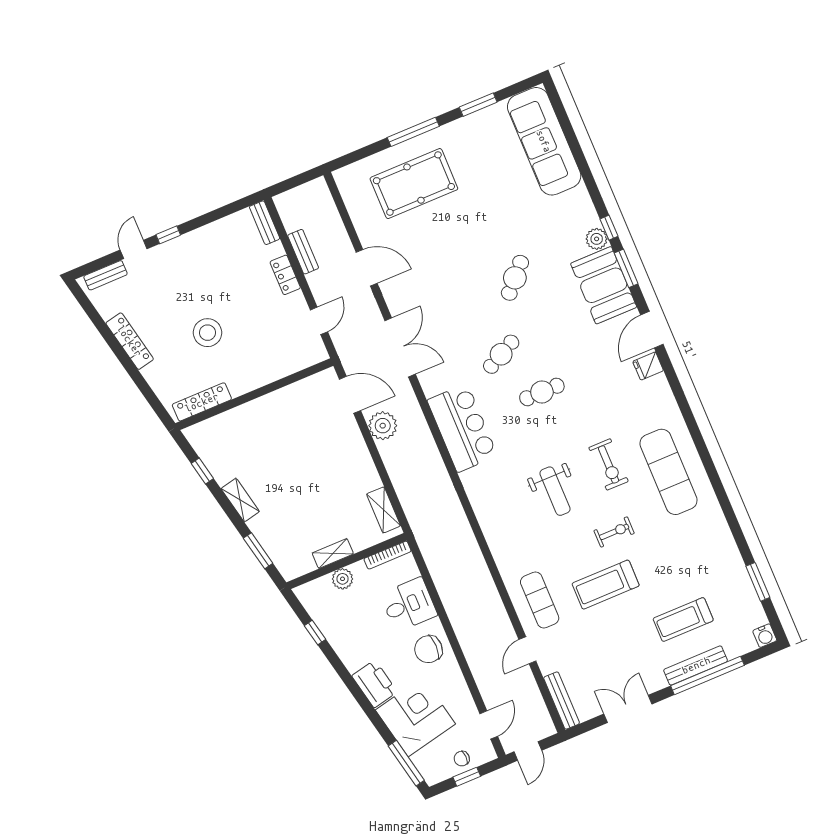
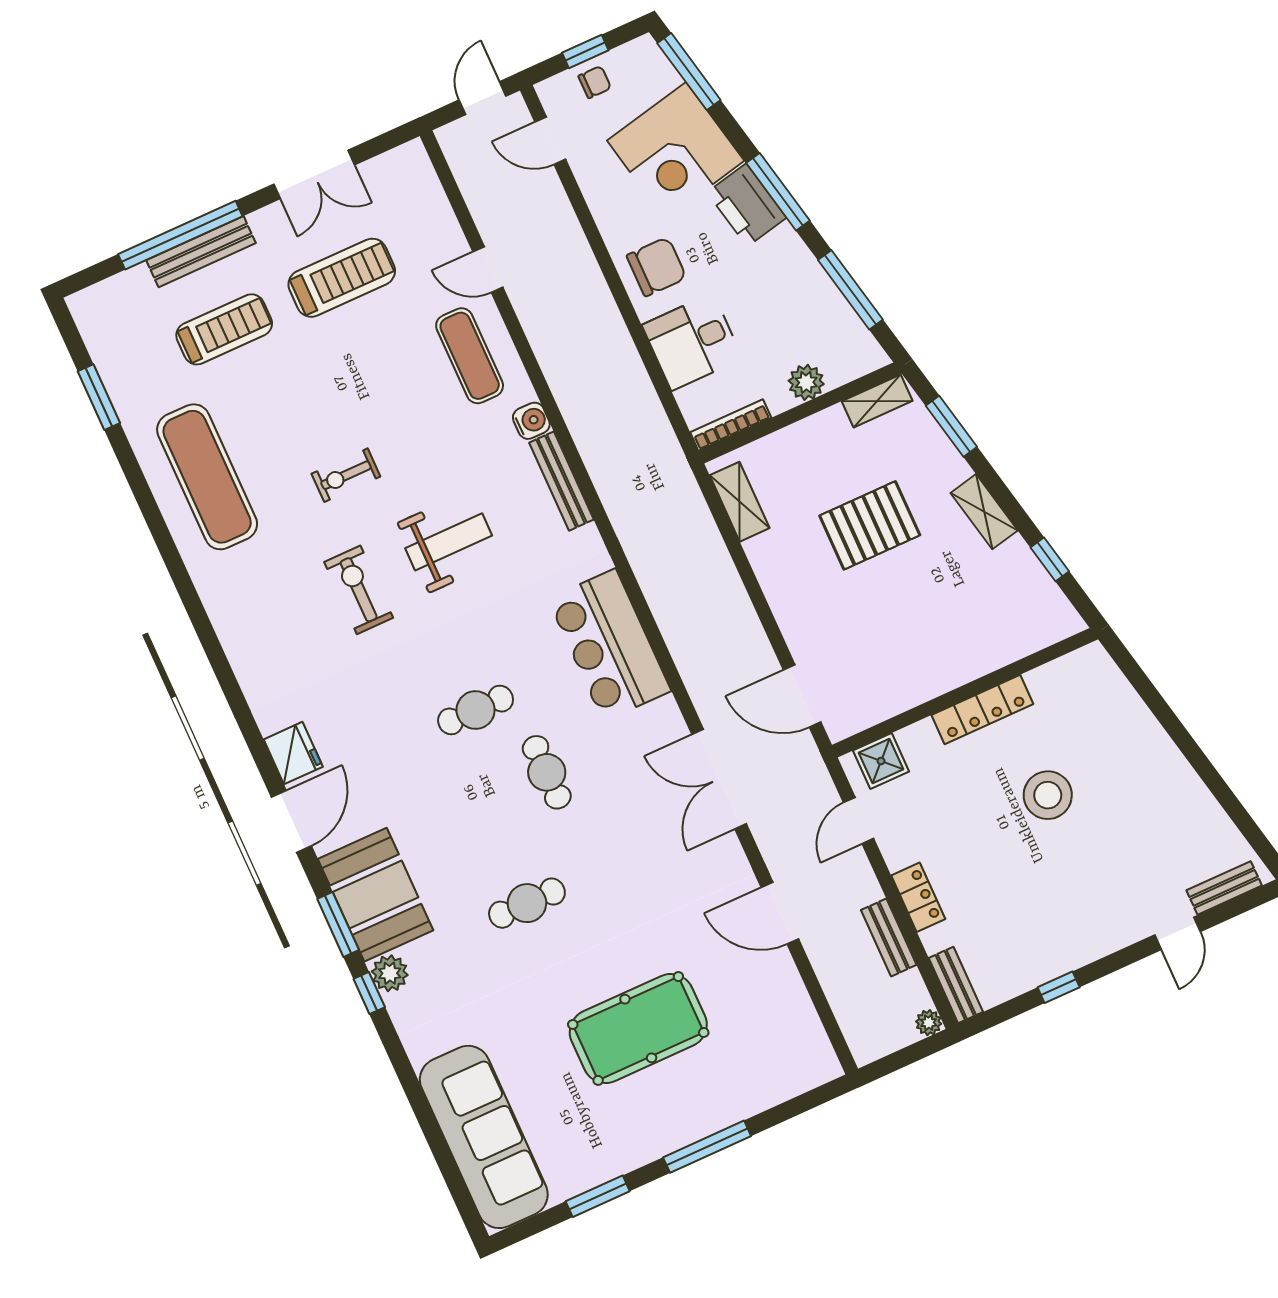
pool table: (414, 184) -> (638, 1028), moved
window: (168, 235) -> (1059, 987), moved
cafe table: (515, 278) -> (527, 903), turned 47
locker: (130, 341) -> (1180, 777), removed
cafe table: (501, 354) -> (547, 772), turned -63
shower: (305, 355) -> (881, 761), added
fridge: (648, 366) -> (293, 753), width x1.38
locker: (202, 402) -> (982, 709), moved
plant: (383, 426) -> (929, 1023), moved, width x0.53, depth x0.53
exercise mat: (669, 472) -> (207, 477), moved
weight bench: (555, 491) -> (449, 542), turned 90
pallet: (308, 494) -> (870, 525), added
shelving: (333, 553) -> (877, 401), moved
treadmill: (606, 585) -> (342, 278), moved
window: (315, 632) -> (850, 290), width x2.17
water cooler: (765, 636) -> (531, 421), moved, turned 90
door: (527, 650) -> (488, 270), swing flipped
window: (356, 691) -> (778, 192), added
bench: (562, 700) -> (561, 481), moved
door: (489, 725) -> (550, 141), hinge flipped

